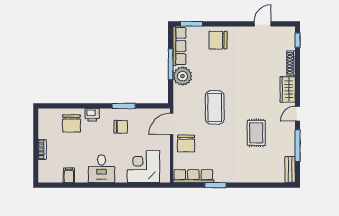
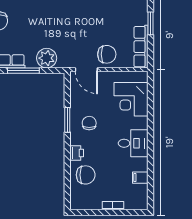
plant: (182, 76) -> (47, 58), moved
coffee table: (215, 107) -> (69, 24), removed

